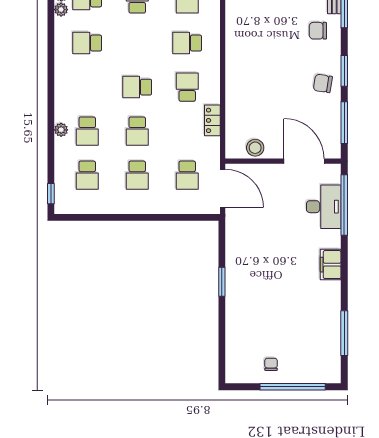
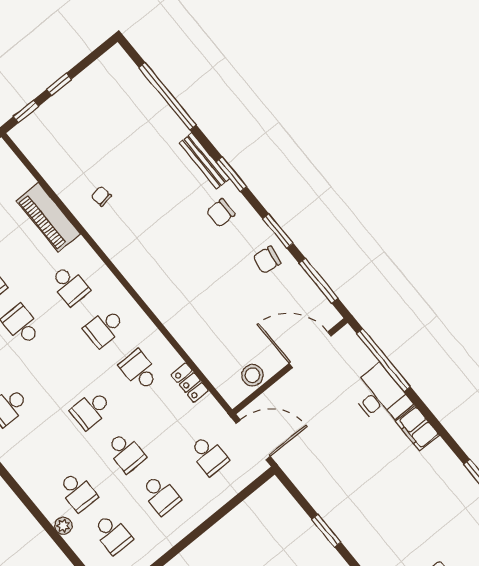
plant: (61, 130) -> (63, 526), moved
desk: (324, 207) -> (380, 397), moved

